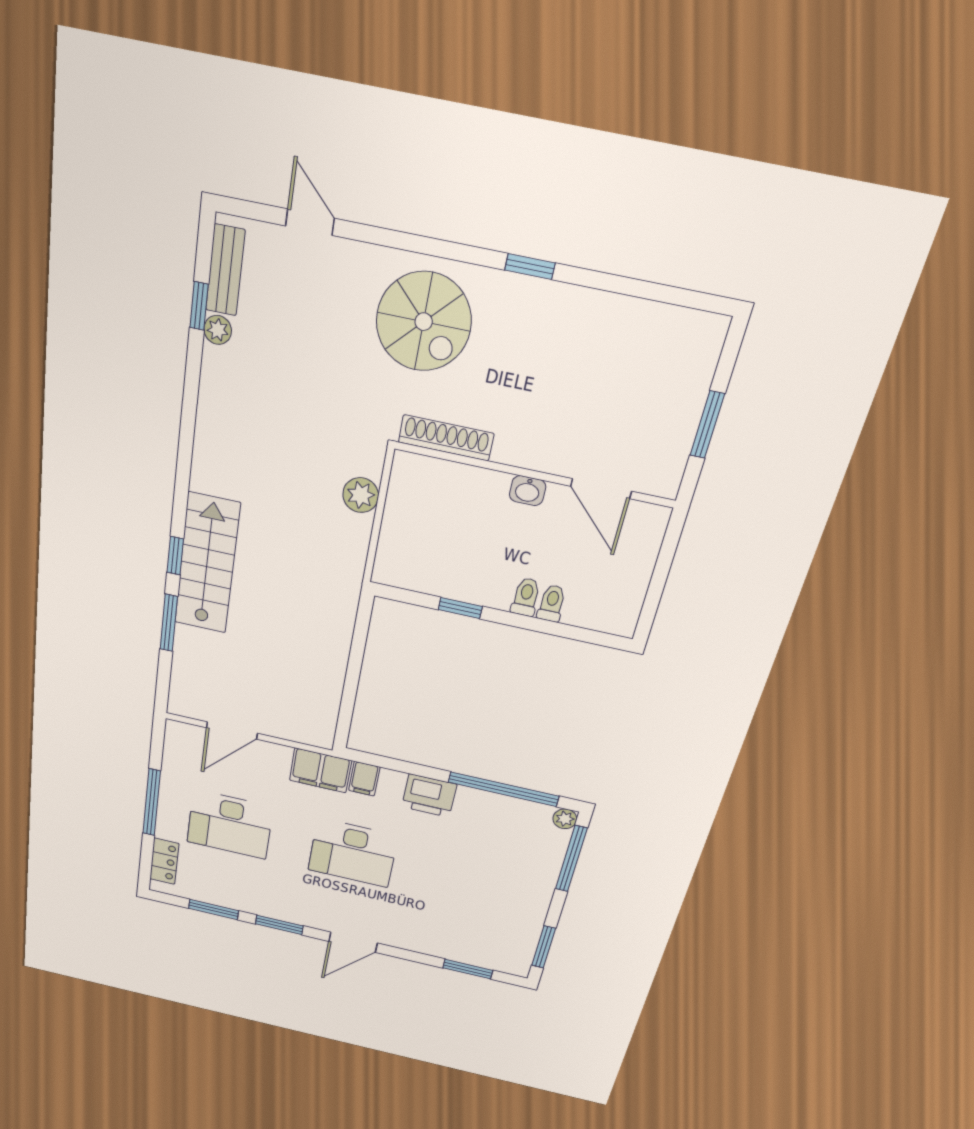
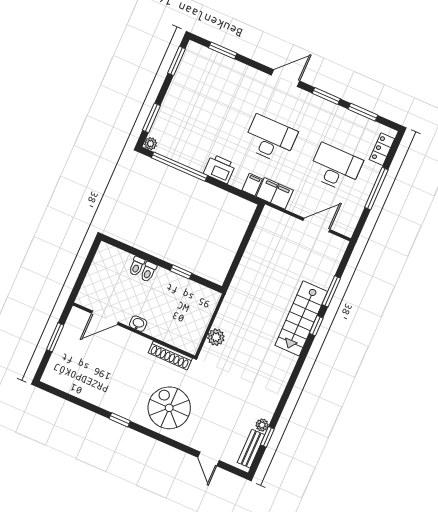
door: (601, 489) -> (105, 318), swing flipped
window: (571, 859) -> (151, 118), width x0.69

